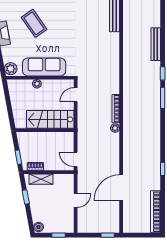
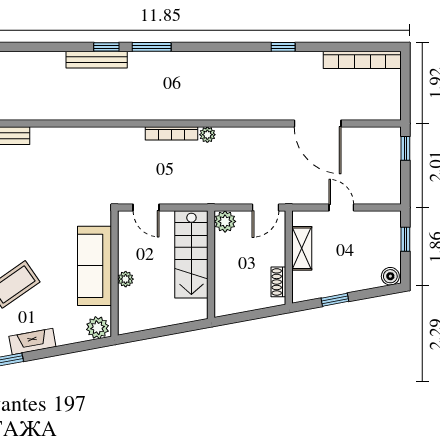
bench: (156, 44) -> (97, 60), moved
plant: (68, 138) -> (225, 221), added
window: (18, 157) -> (261, 313), removed
shelving: (41, 179) -> (302, 248), moved

